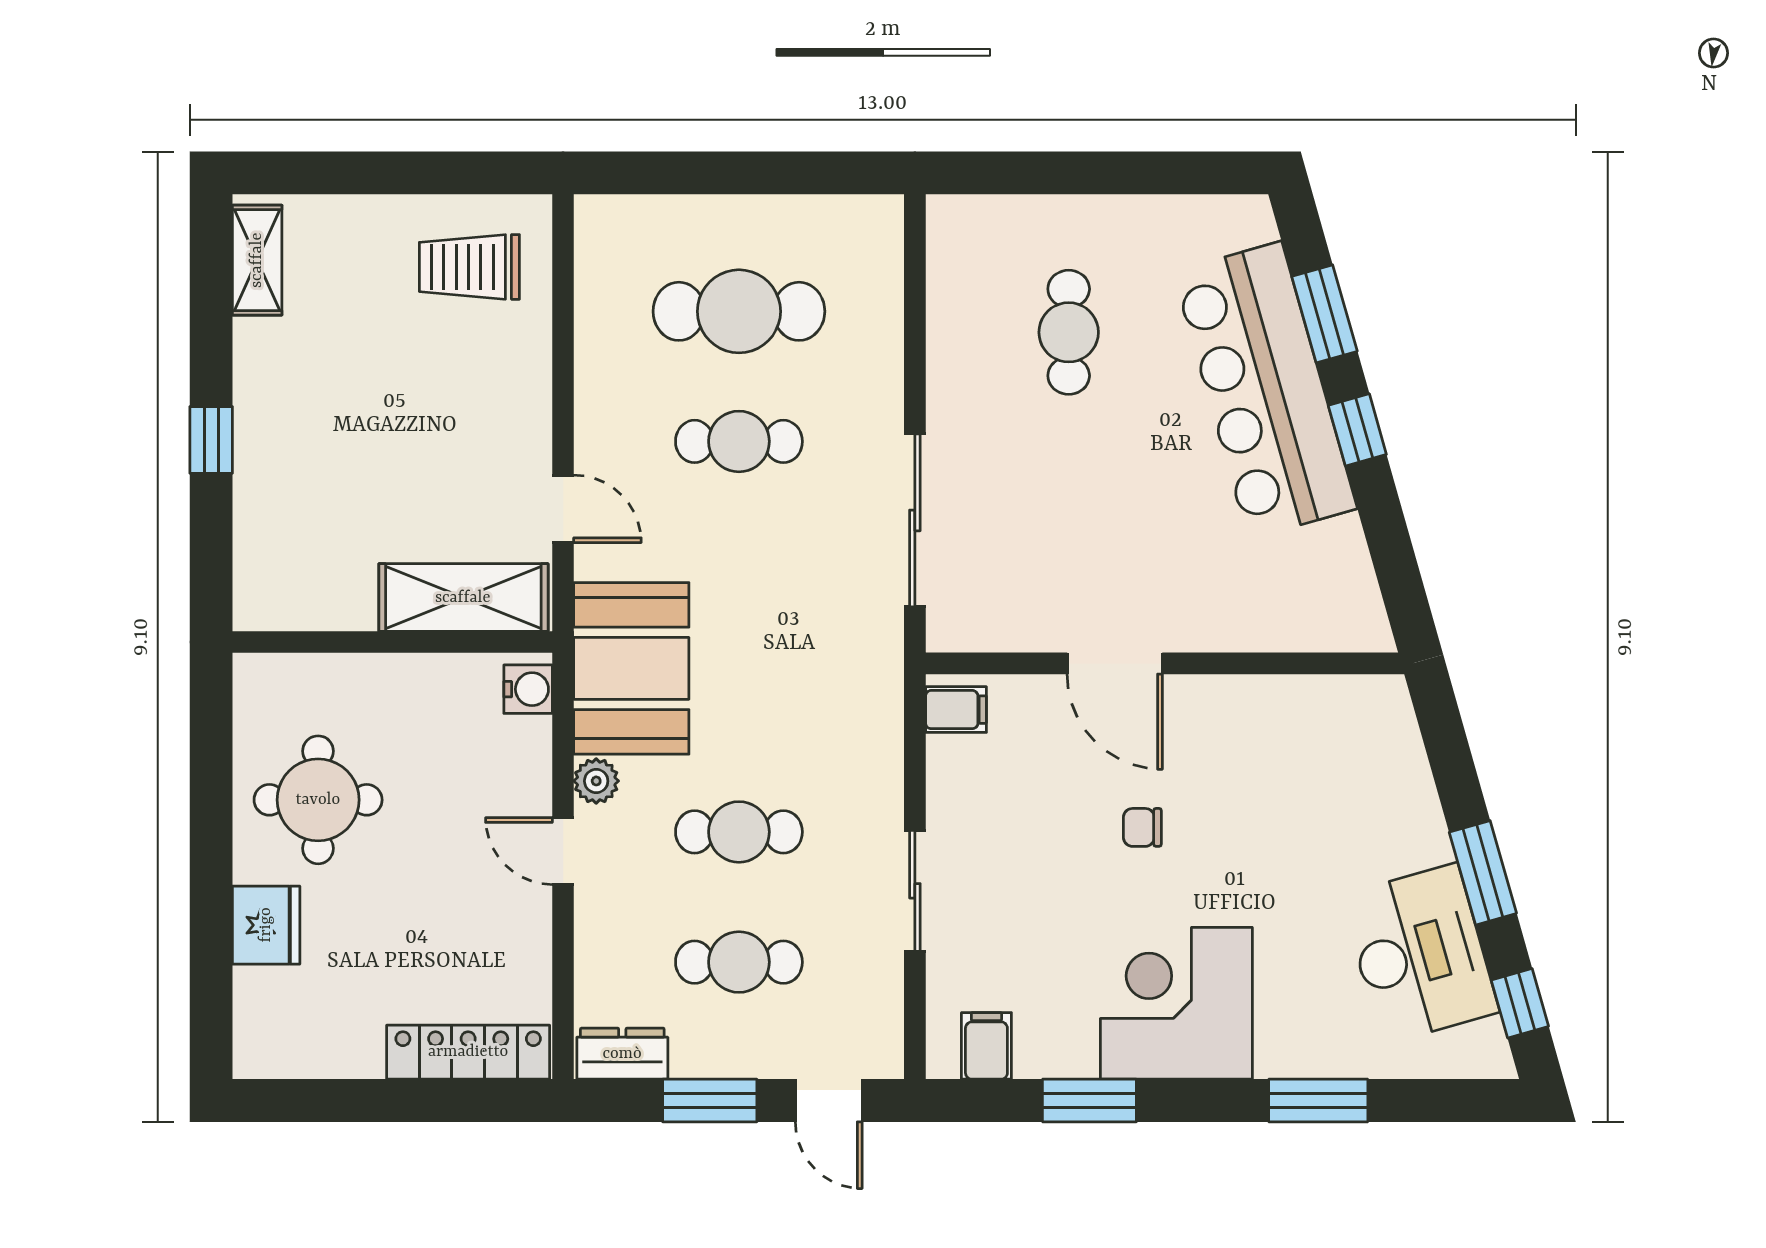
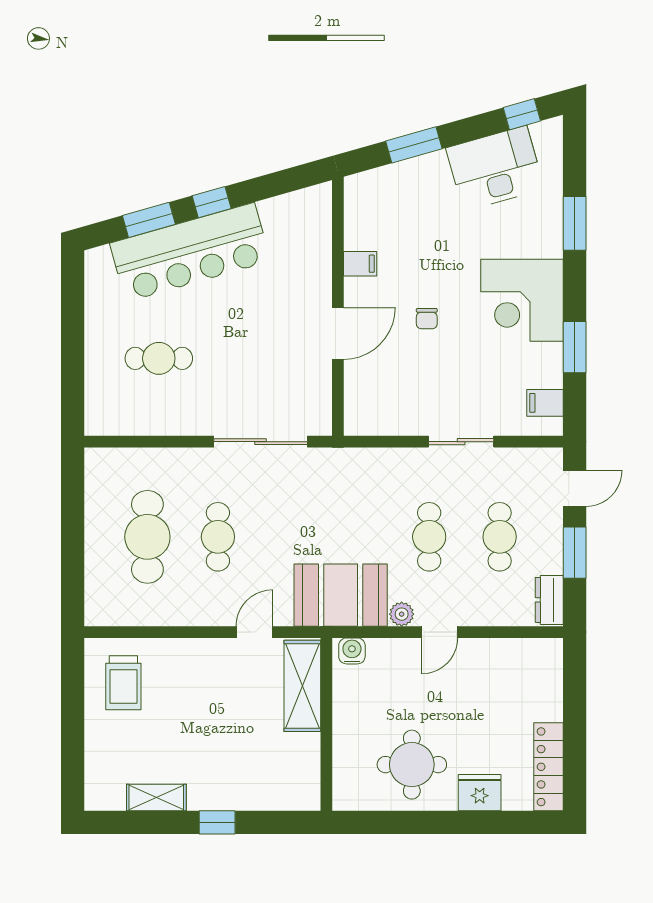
shelving: (257, 260) -> (156, 798), moved
filing cabinet: (956, 710) -> (360, 264), moved, turned 90
window: (1483, 873) -> (414, 145), moved
locker: (468, 1052) -> (548, 767), moved

